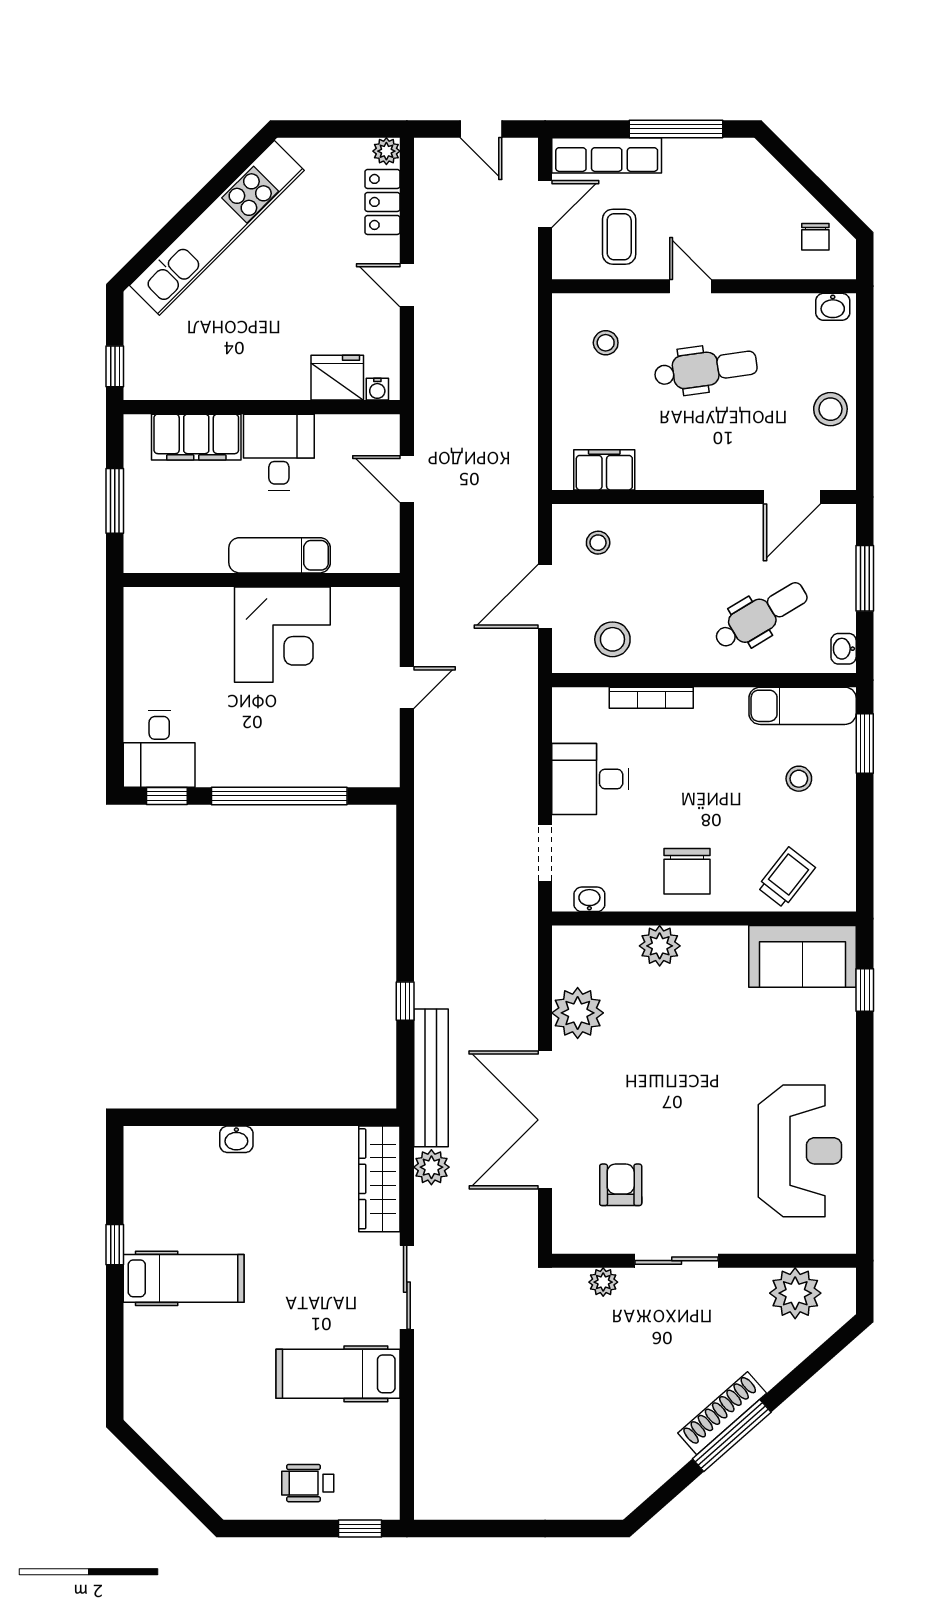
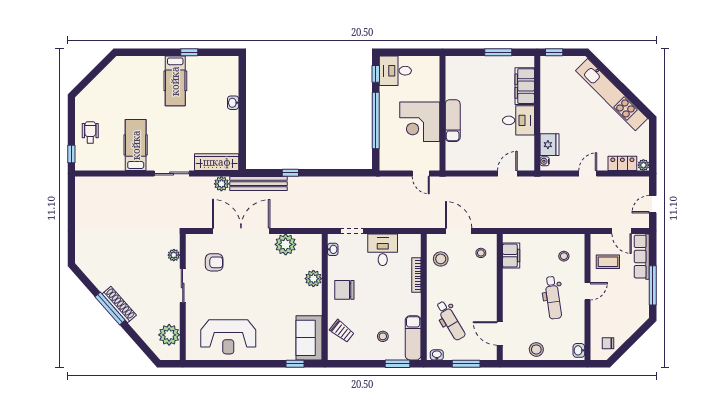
exam couch: (280, 555) -> (453, 121), moved
wall: (262, 580) -> (442, 113), moved
corner desk: (282, 635) -> (420, 122), moved

